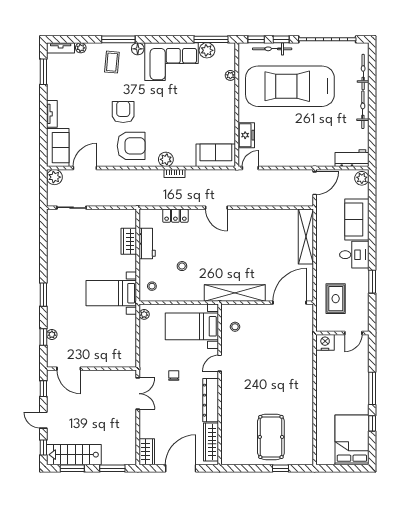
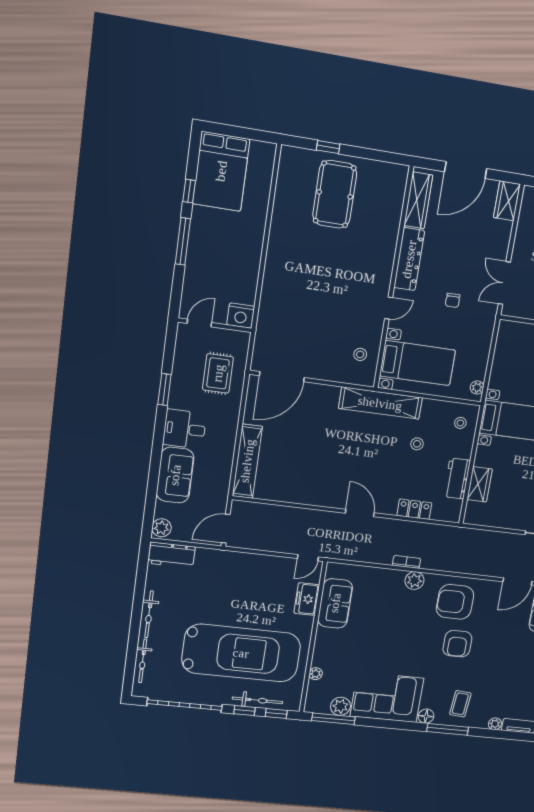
sofa: (216, 155) -> (335, 603), moved, turned -90
shelving: (235, 293) -> (380, 403), moved

